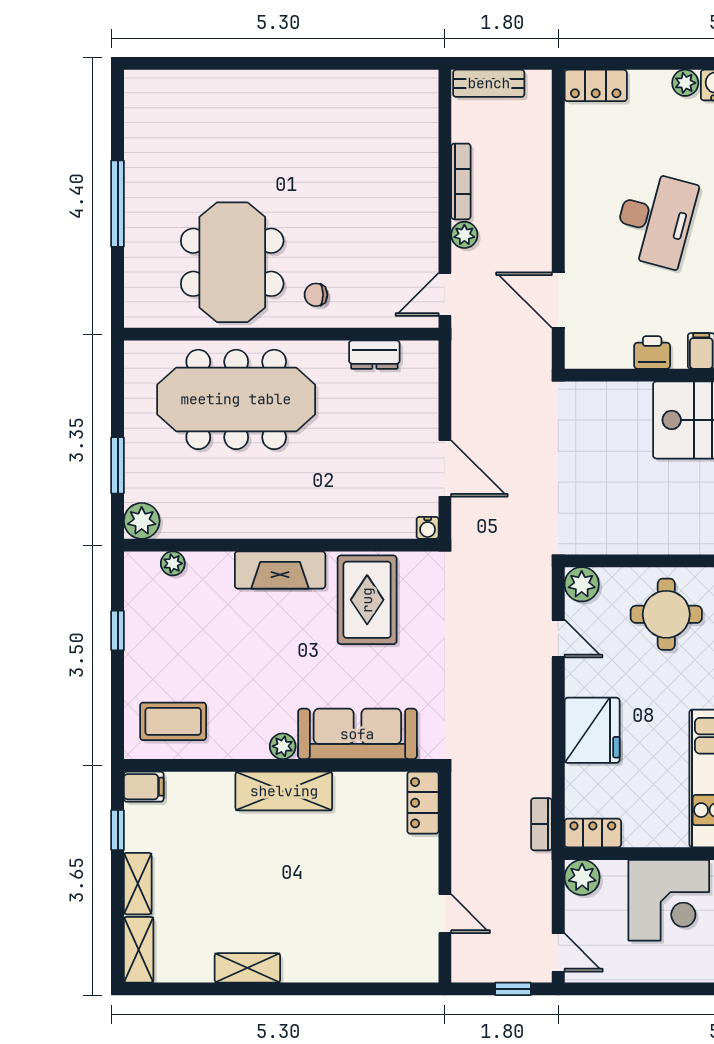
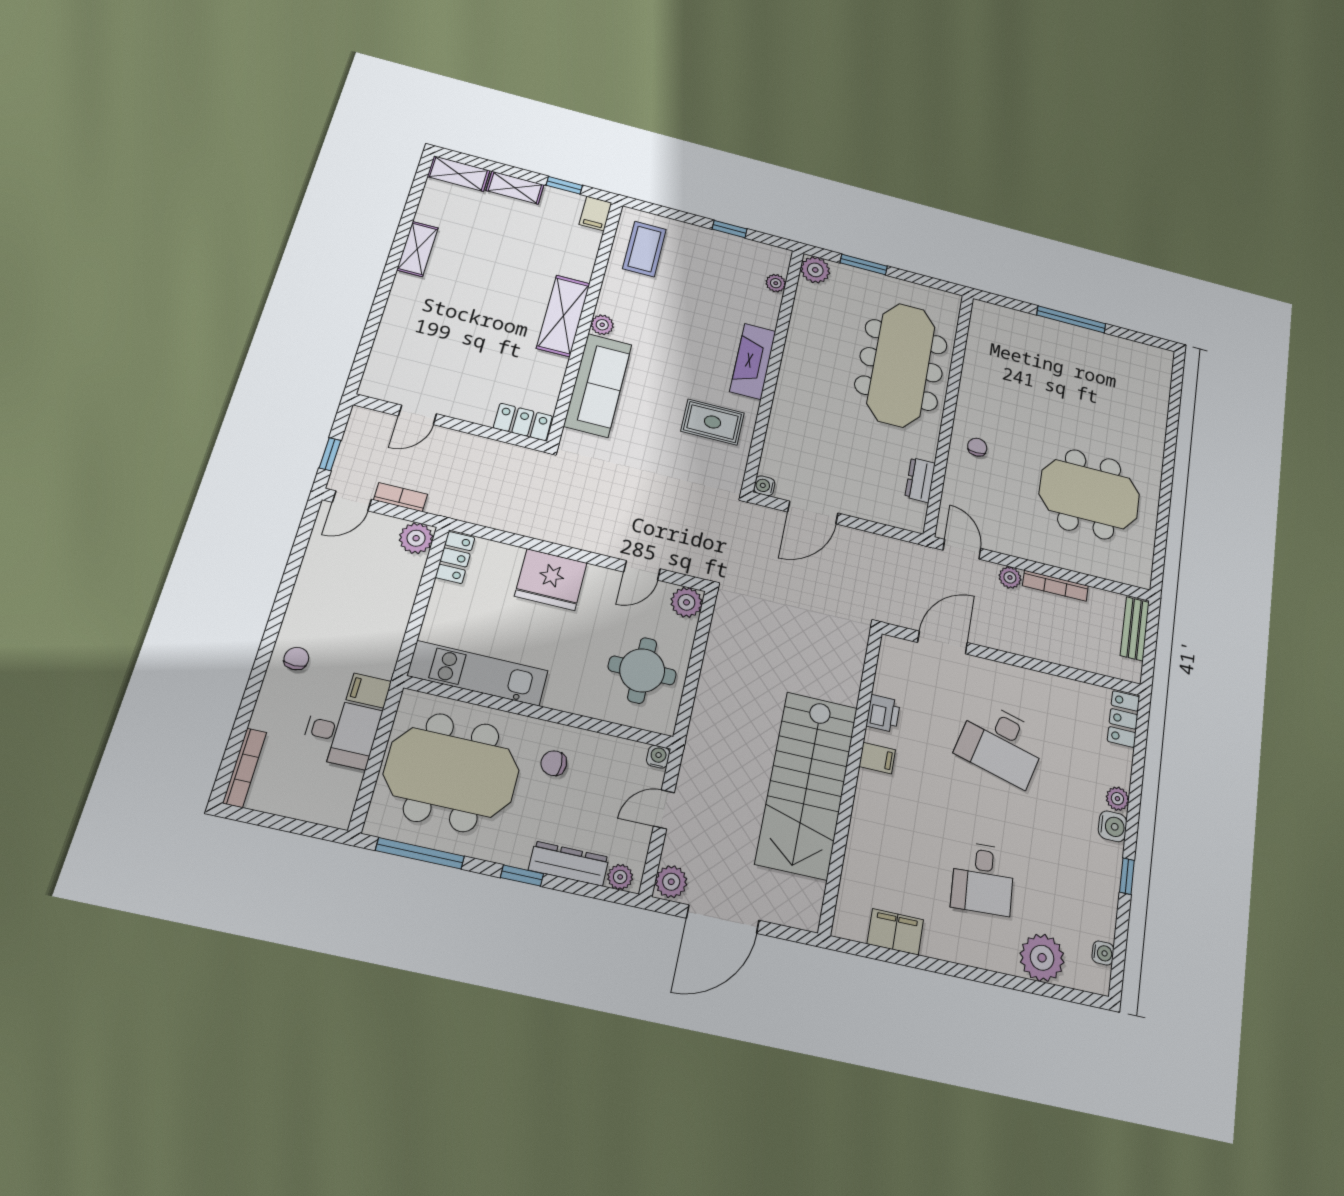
meeting table: (232, 262) -> (1089, 494), moved
rug: (367, 600) -> (713, 422), width x0.73, depth x0.70
bookcase: (541, 824) -> (401, 497), moved
corner desk: (669, 900) -> (371, 610), removed

